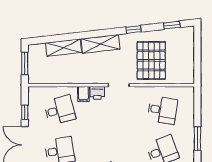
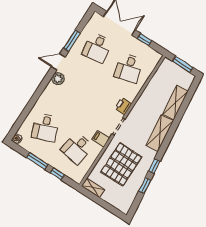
window: (172, 25) -> (145, 186), moved
pallet: (151, 60) -> (121, 164), turned 90
shelving: (189, 72) -> (93, 188), added
filing cabinet: (83, 94) -> (101, 139), moved
window: (197, 113) -> (57, 174), added

